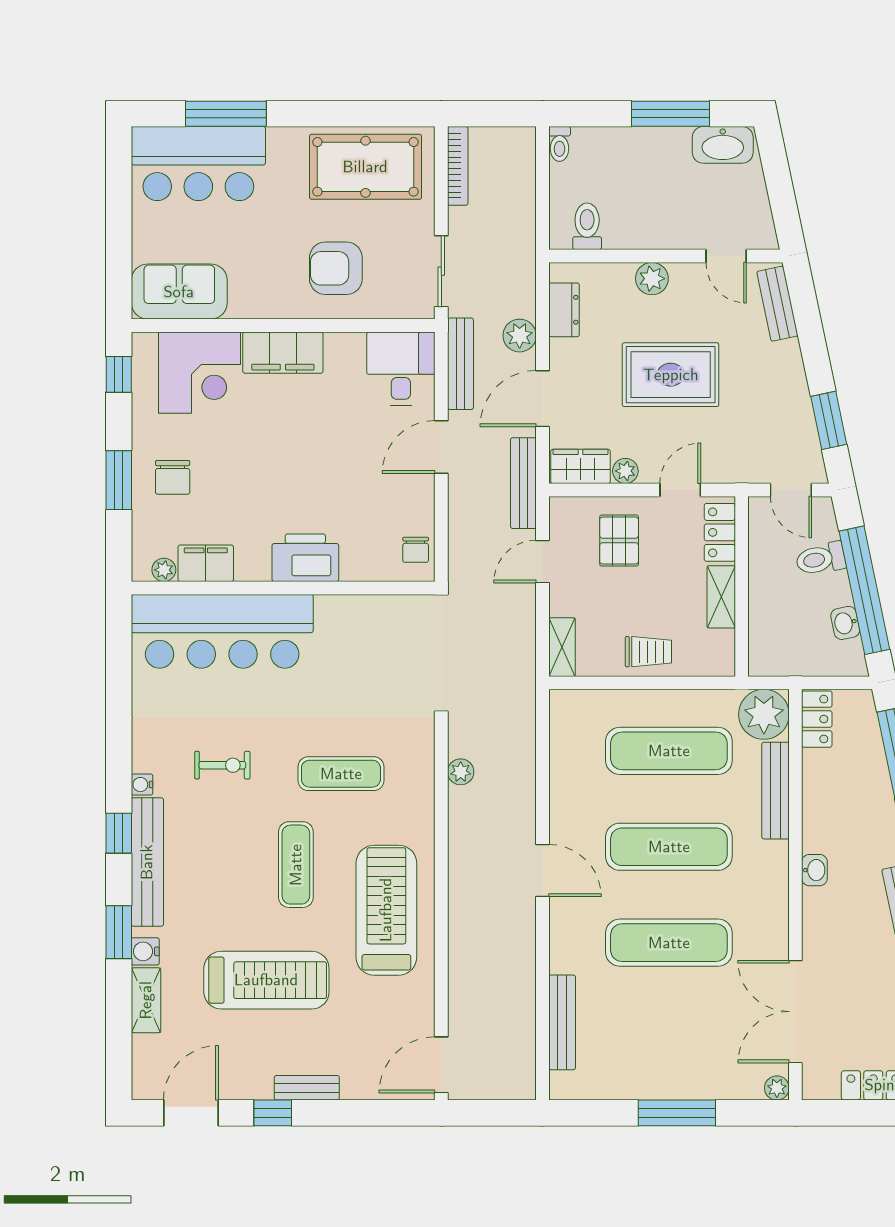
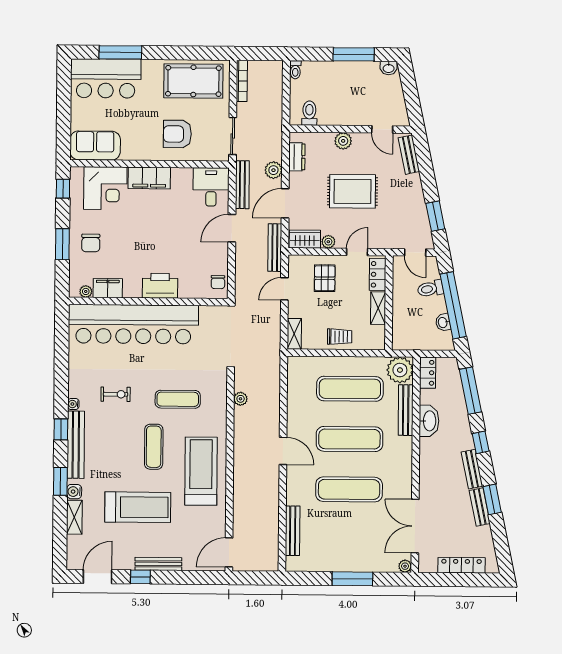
washbasin: (723, 145) -> (389, 68), width x0.52, depth x0.69
bar counter: (222, 631) -> (133, 324), width x1.36
washbasin: (814, 870) -> (429, 421), moved, width x1.91, depth x1.45
bench: (307, 1088) -> (158, 564), width x1.36

